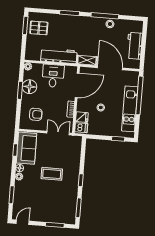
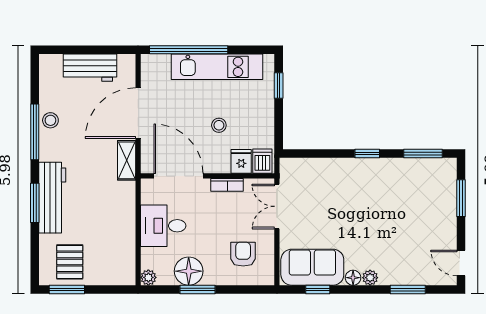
workbench: (59, 56) -> (52, 198), moved, turned 180
coffee table: (52, 174) -> (360, 213), removed

